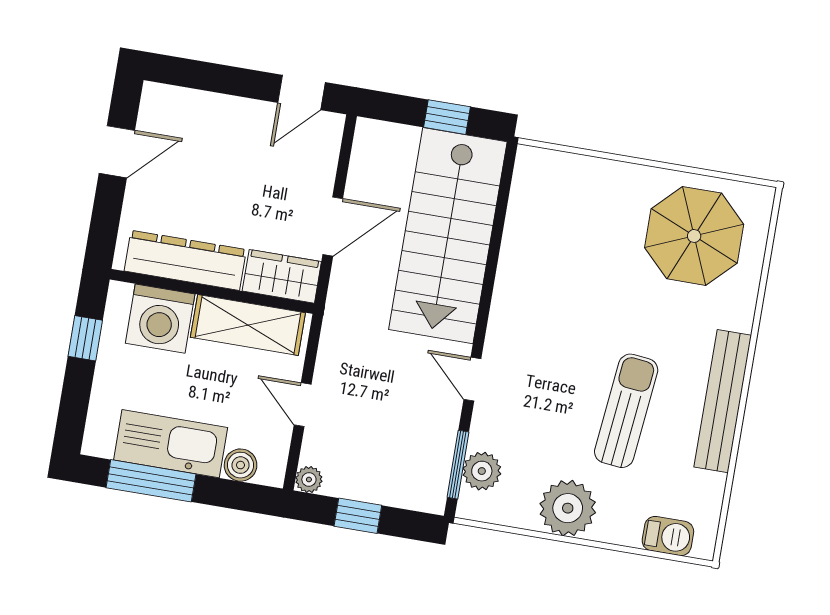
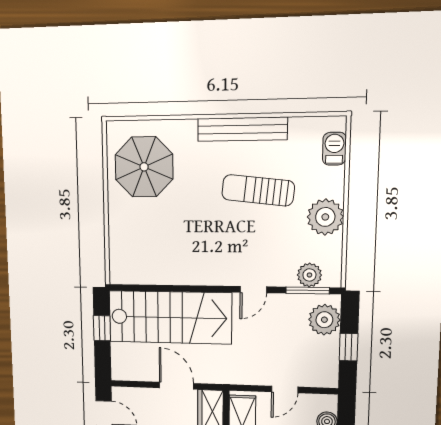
plant: (309, 479) -> (324, 320), moved, width x1.88, depth x1.88

